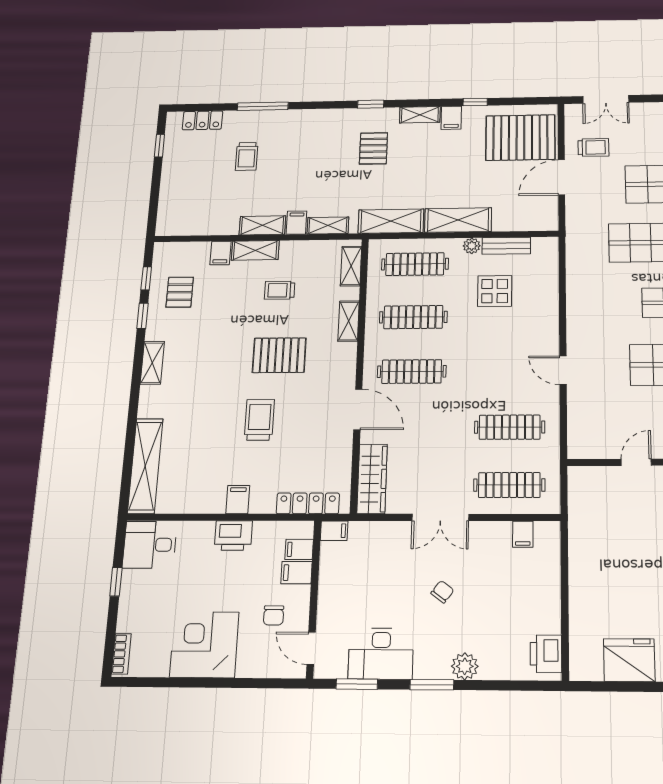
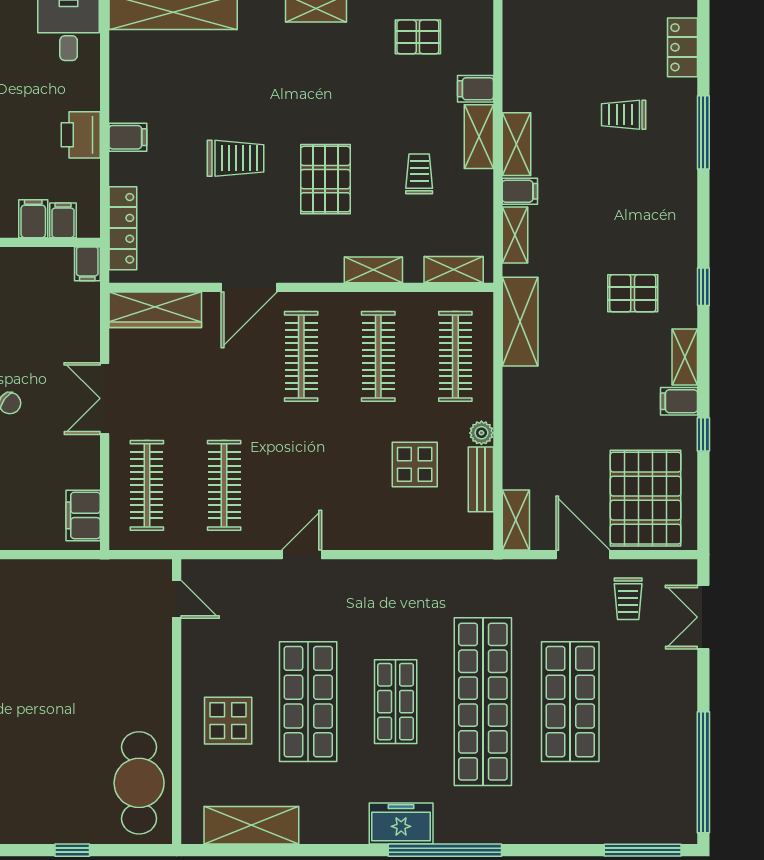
shelving: (458, 220) -> (516, 520), moved, width x0.67, depth x0.75
door: (636, 462) -> (177, 599), moved
filing cabinet: (523, 534) -> (83, 515), width x2.00

